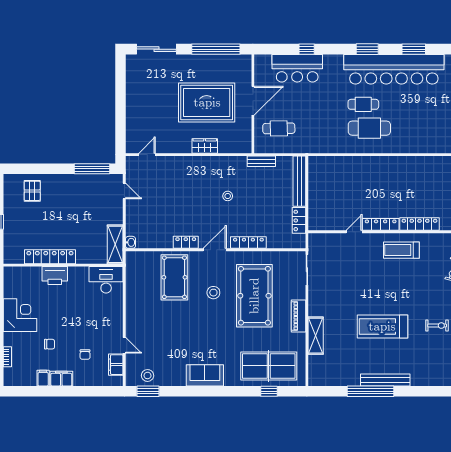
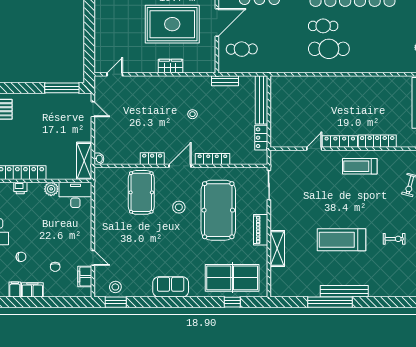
plant: (81, 274) -> (51, 189), added
printer: (55, 276) -> (20, 188), width x0.53, depth x0.68

